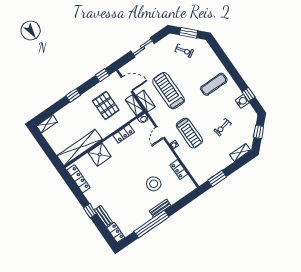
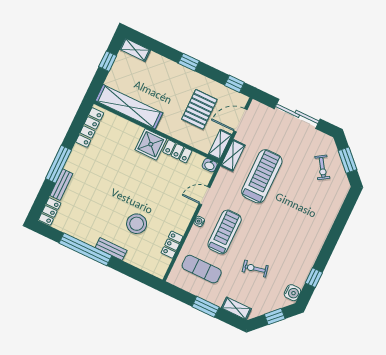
sliding door: (143, 47) -> (297, 114), width x1.37
door: (127, 84) -> (240, 120), swing flipped
exercise mat: (214, 84) -> (202, 269), moved
water cooler: (242, 101) -> (292, 293), moved
treadmill: (189, 133) -> (225, 232), turned 180
window: (44, 145) -> (108, 61), added
shower: (100, 155) -> (151, 144), moved
window: (217, 179) -> (206, 307), moved
window: (90, 211) -> (58, 164), width x2.17

